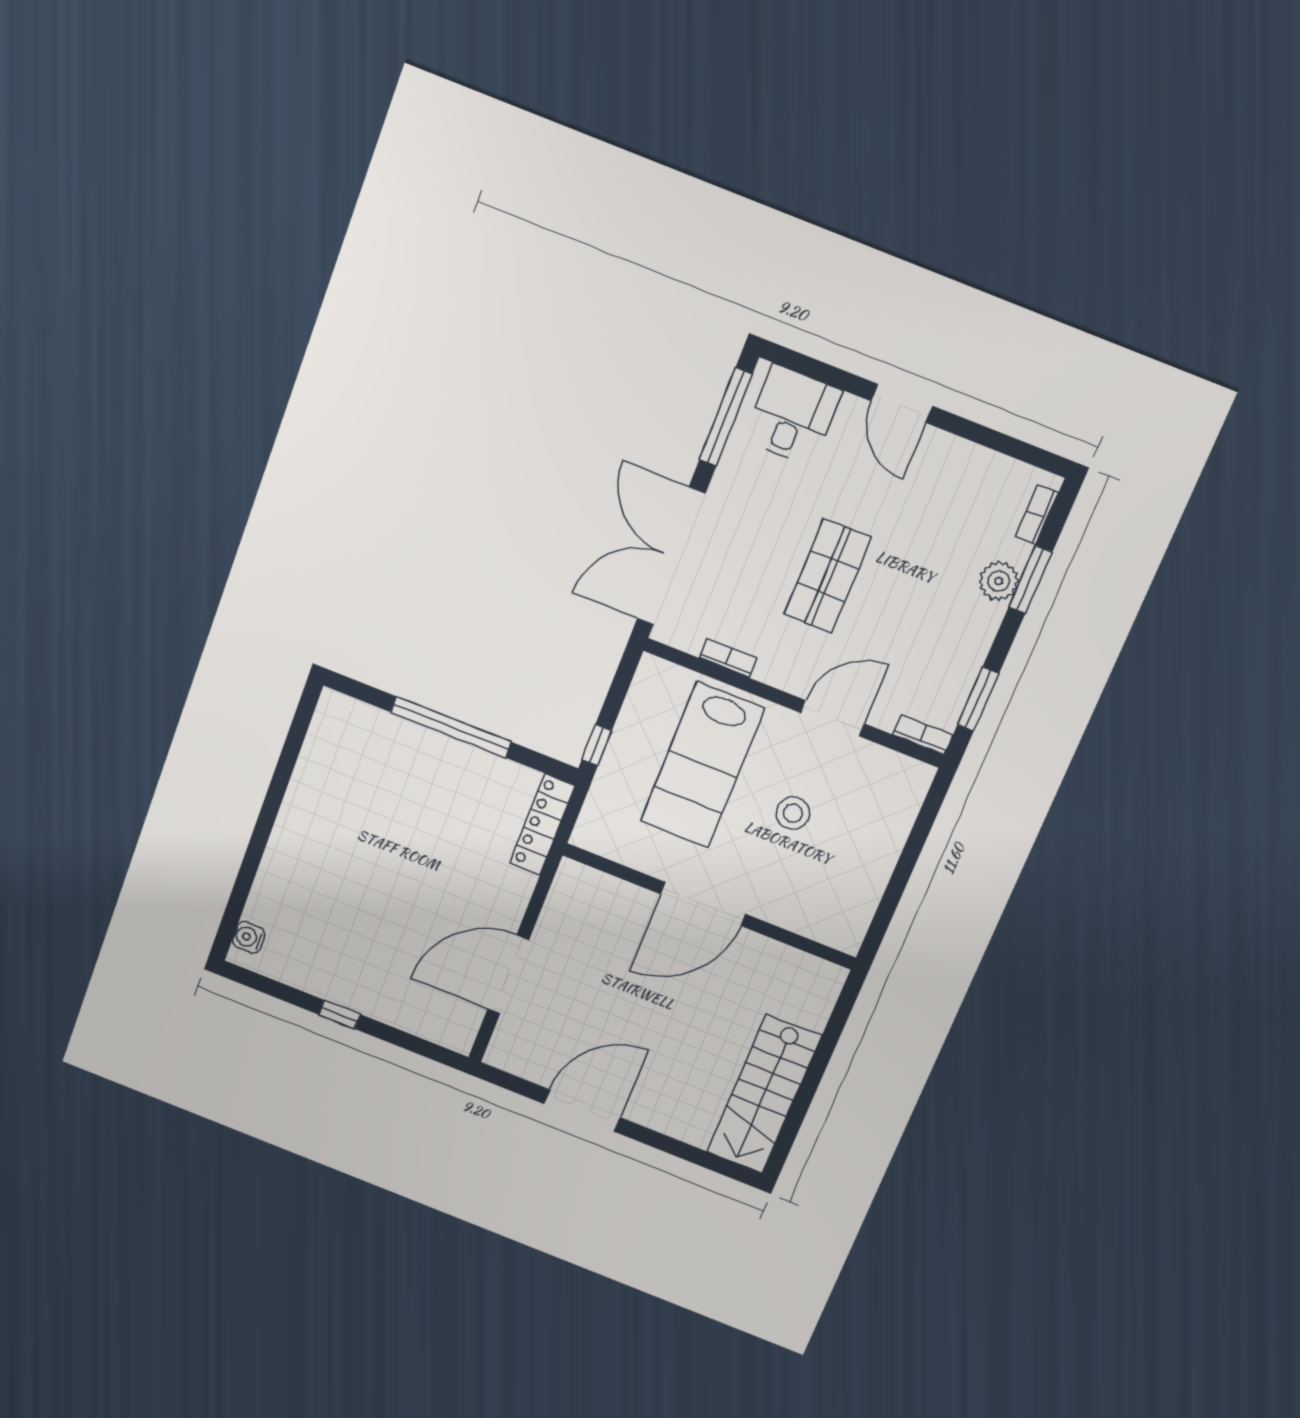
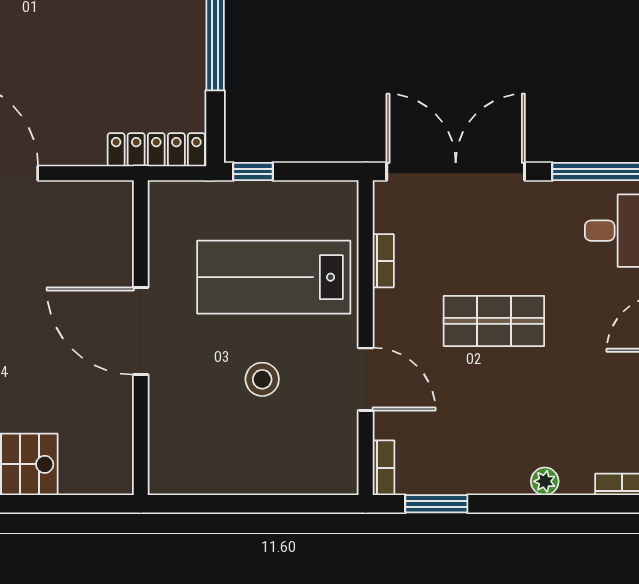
window: (1030, 580) -> (562, 504), removed
plant: (999, 581) -> (545, 481), width x0.73, depth x0.73

